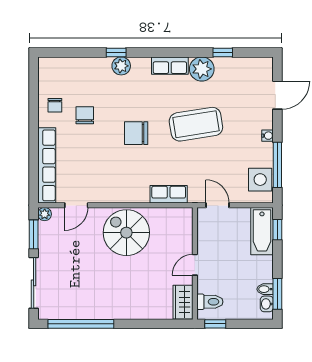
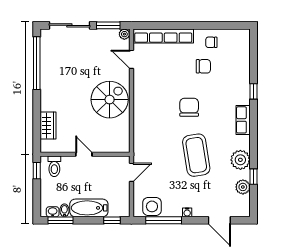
plant: (121, 66) -> (243, 187), moved
row of seats: (170, 66) -> (243, 120), moved
row of seats: (169, 194) -> (140, 133), removed
bathtub: (262, 231) -> (89, 208), moved
wardrobe: (183, 302) -> (48, 126), moved, turned 90

